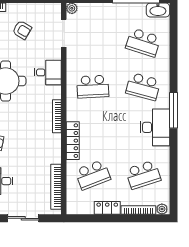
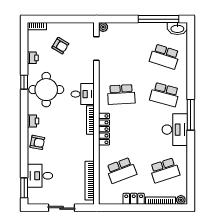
desk: (48, 72) -> (83, 94), moved
locker: (73, 141) -> (104, 129), moved

